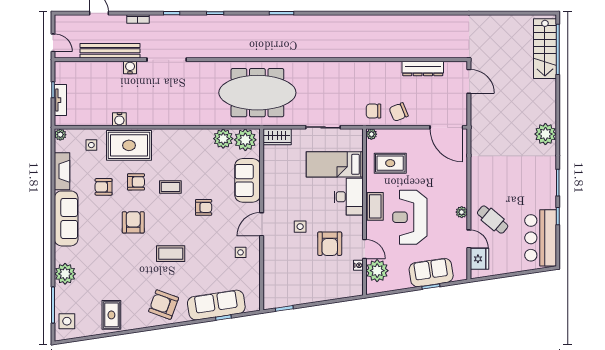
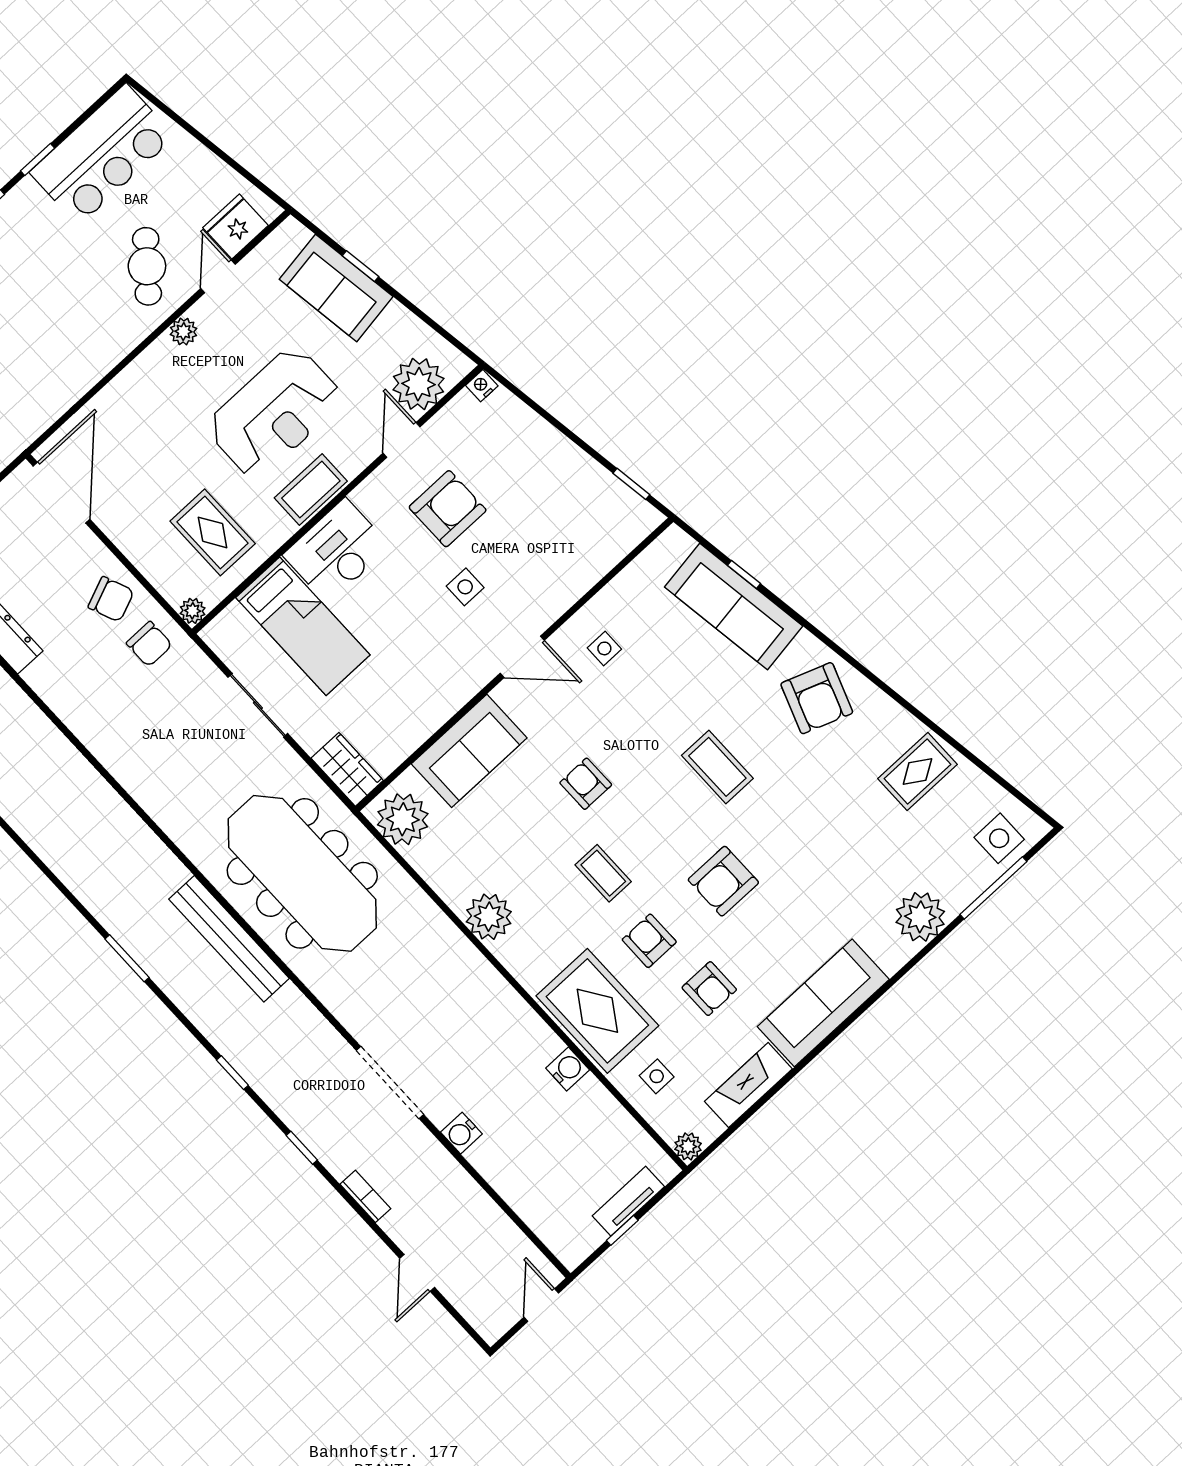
bench: (110, 51) -> (229, 939), moved
plant: (223, 139) -> (489, 917), moved
nightstand: (358, 265) -> (482, 386), moved

